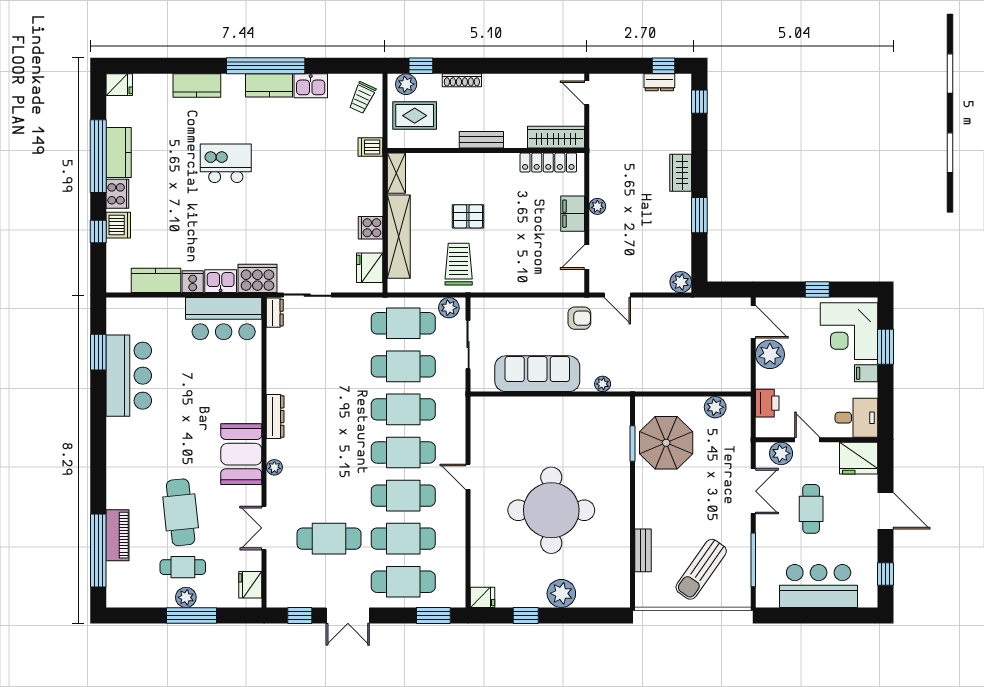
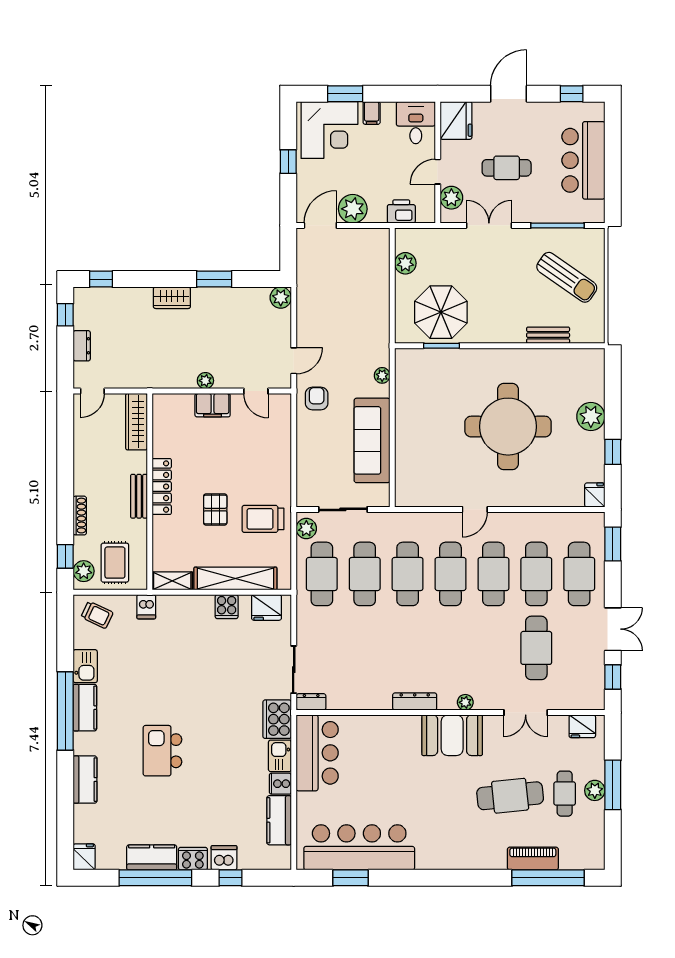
dresser: (659, 82) -> (82, 346), moved
locker: (548, 163) -> (162, 487), moved
bar counter: (129, 376) -> (359, 847), width x1.36

